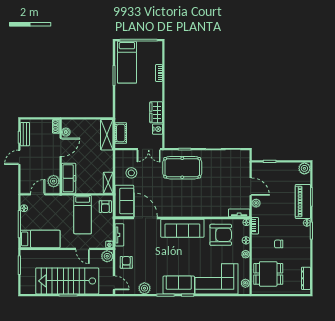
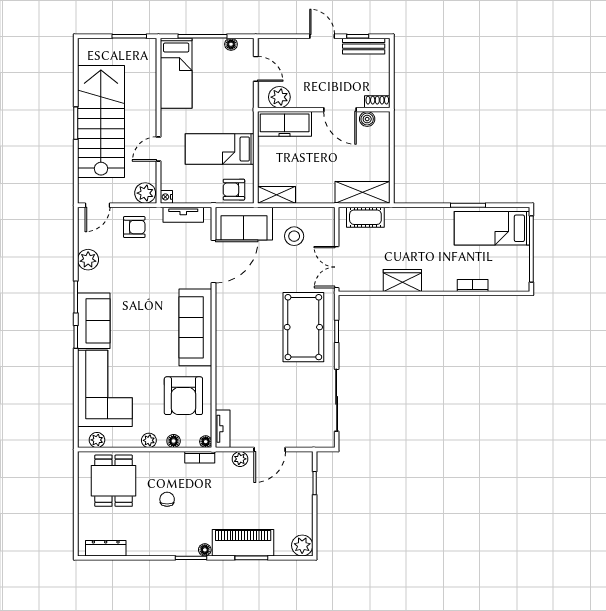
nightstand: (157, 129) -> (372, 283), removed

